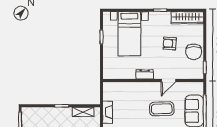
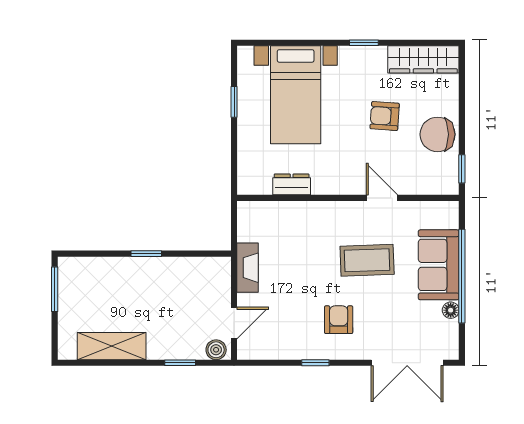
chair: (194, 52) -> (438, 134), turned 90
dresser: (145, 74) -> (292, 184), moved
door: (168, 81) -> (382, 198), swing flipped
shelving: (83, 112) -> (193, 267), removed

